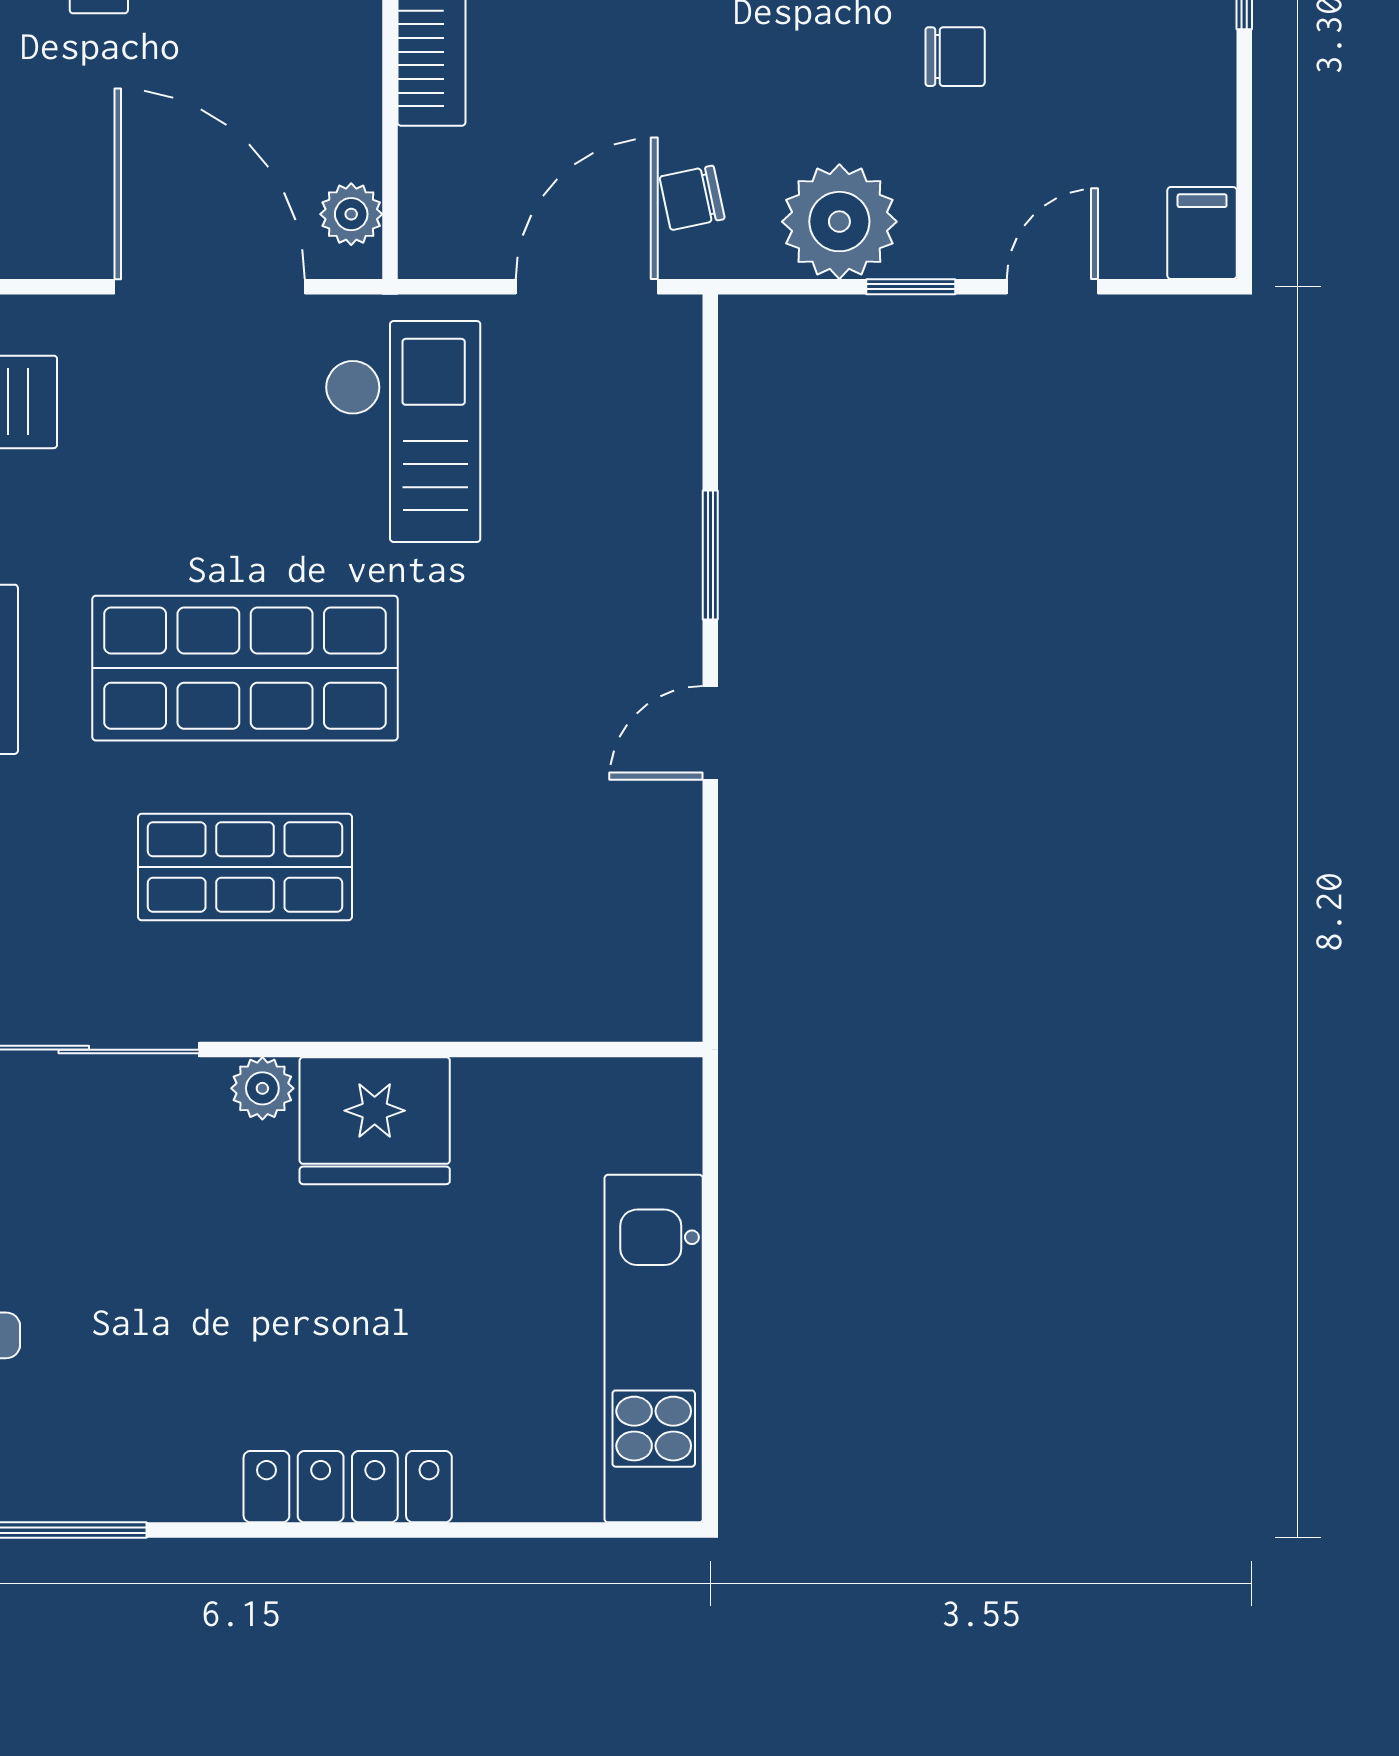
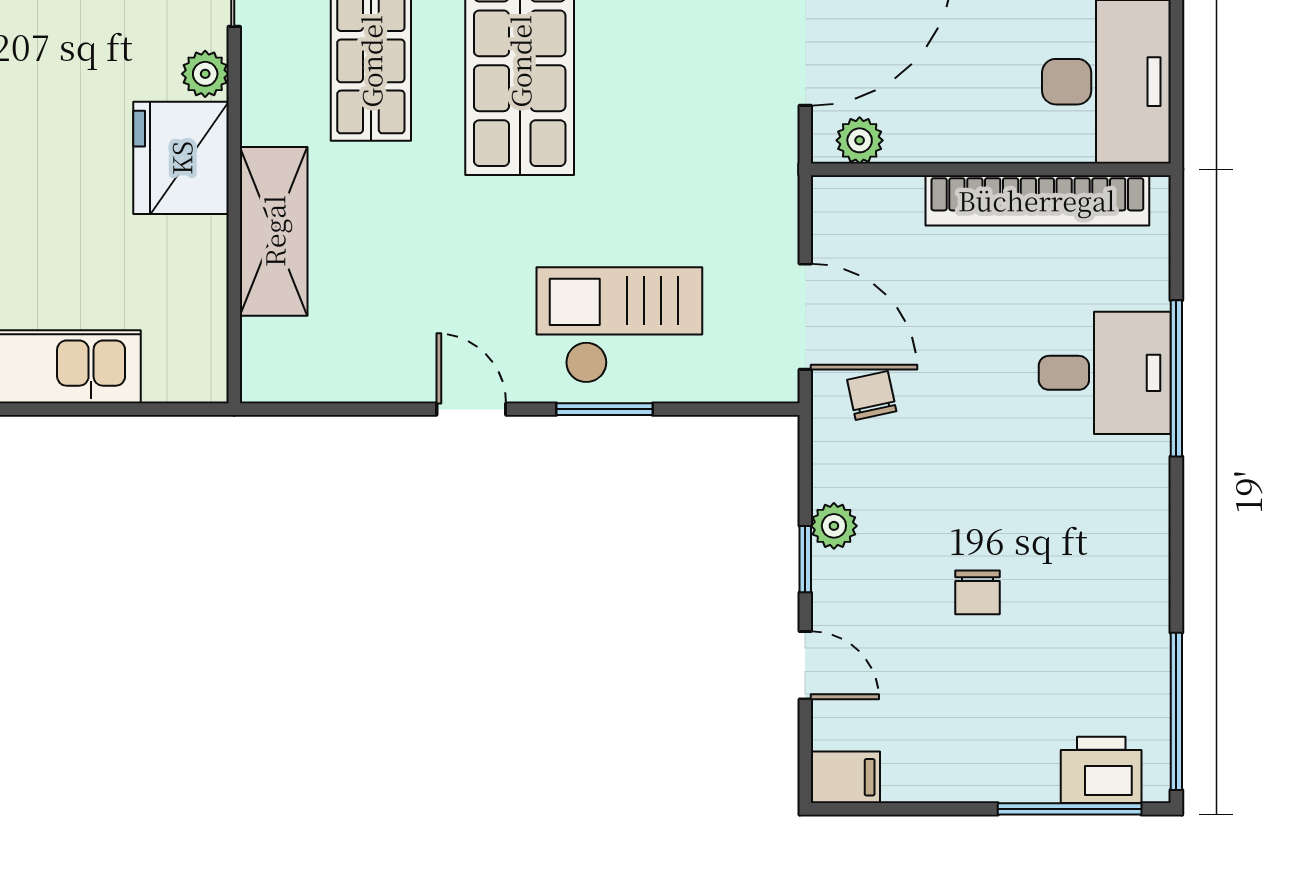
plant: (839, 222) -> (834, 526), width x0.53, depth x0.53
checkout: (403, 432) -> (619, 325), moved, turned 180
shelving: (473, 997) -> (274, 231), added

